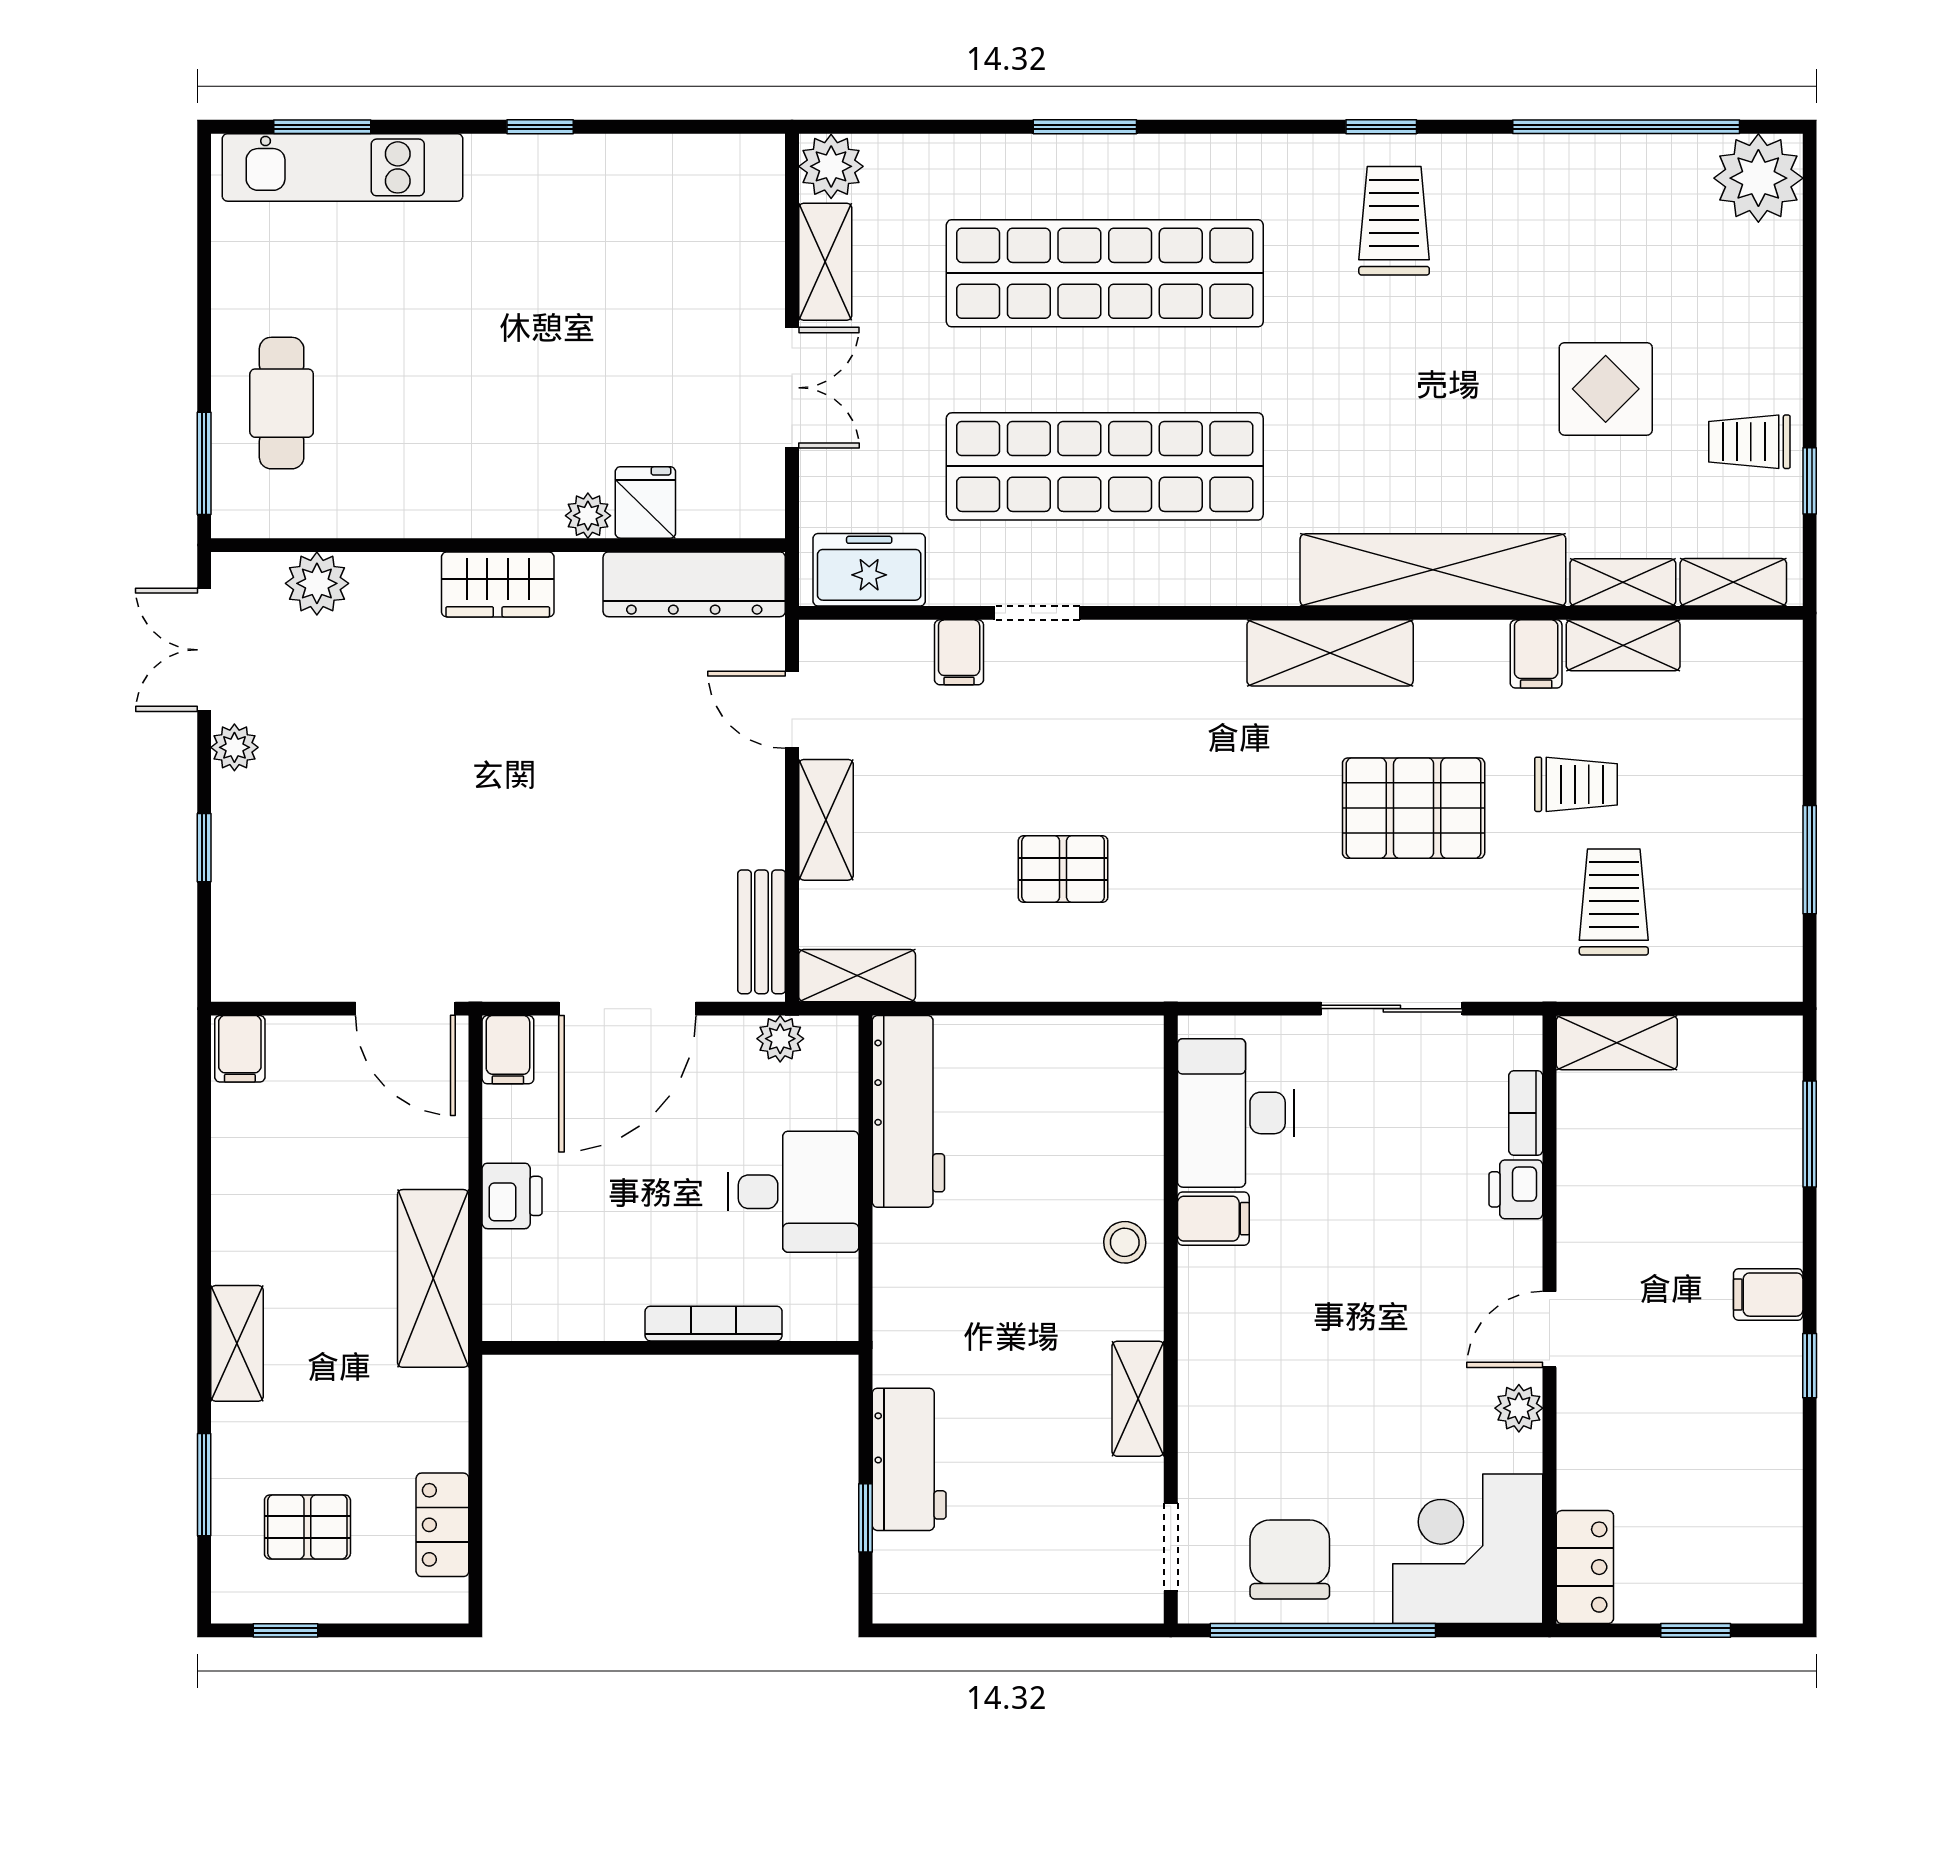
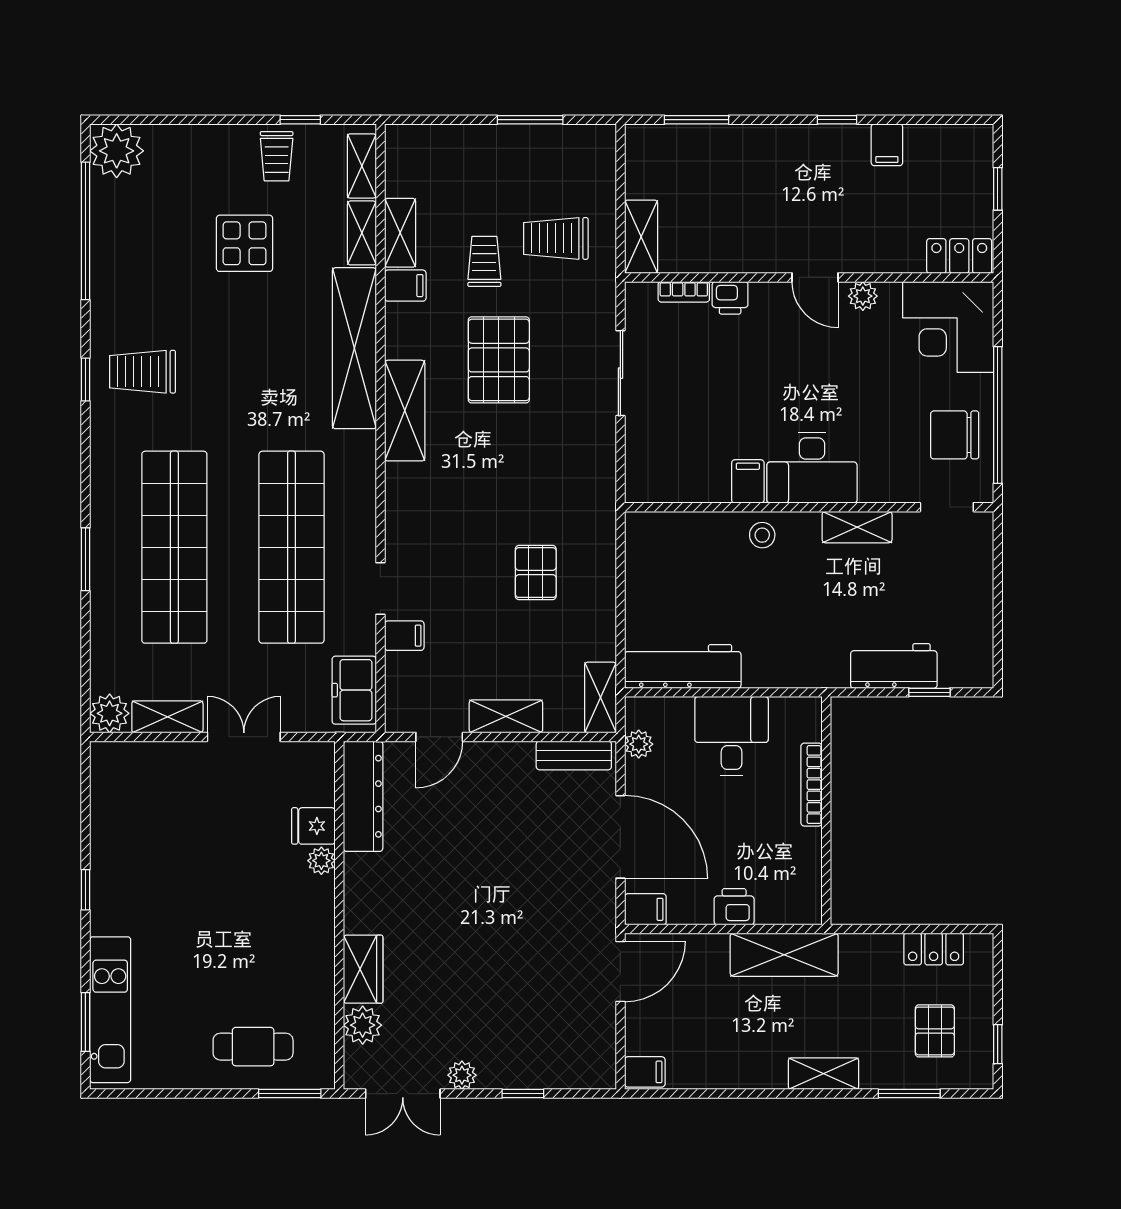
wardrobe: (498, 584) -> (363, 969), moved
desk: (1236, 1113) -> (812, 468), moved
filing cabinet: (1768, 1295) -> (887, 145), moved

